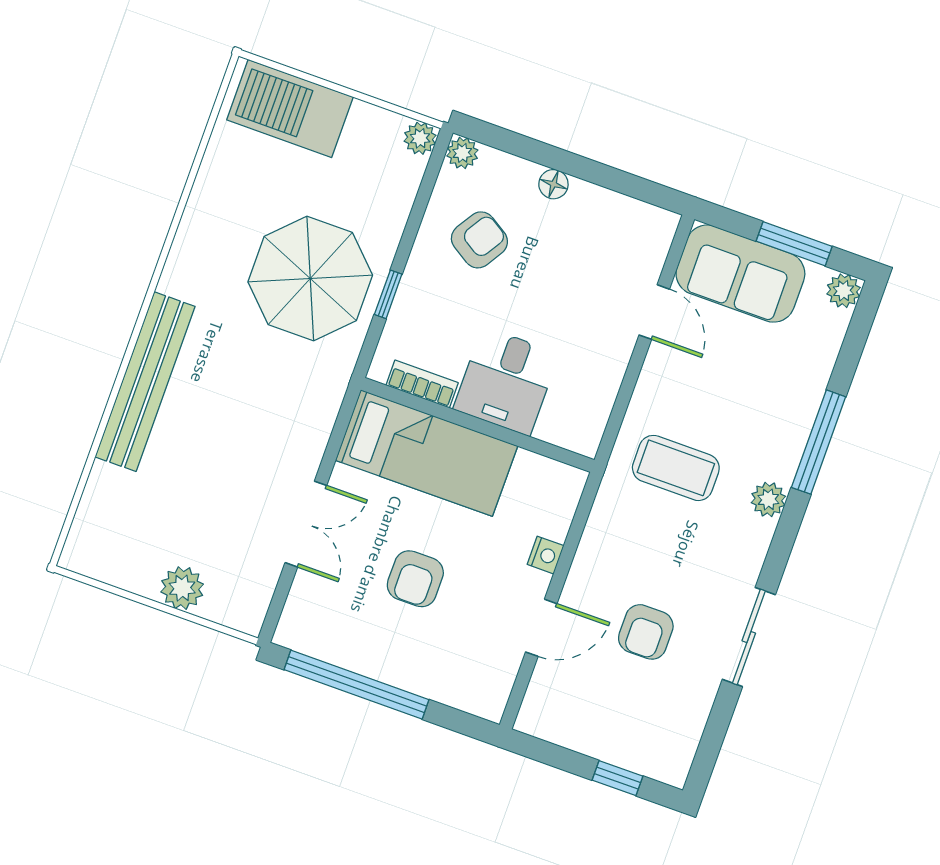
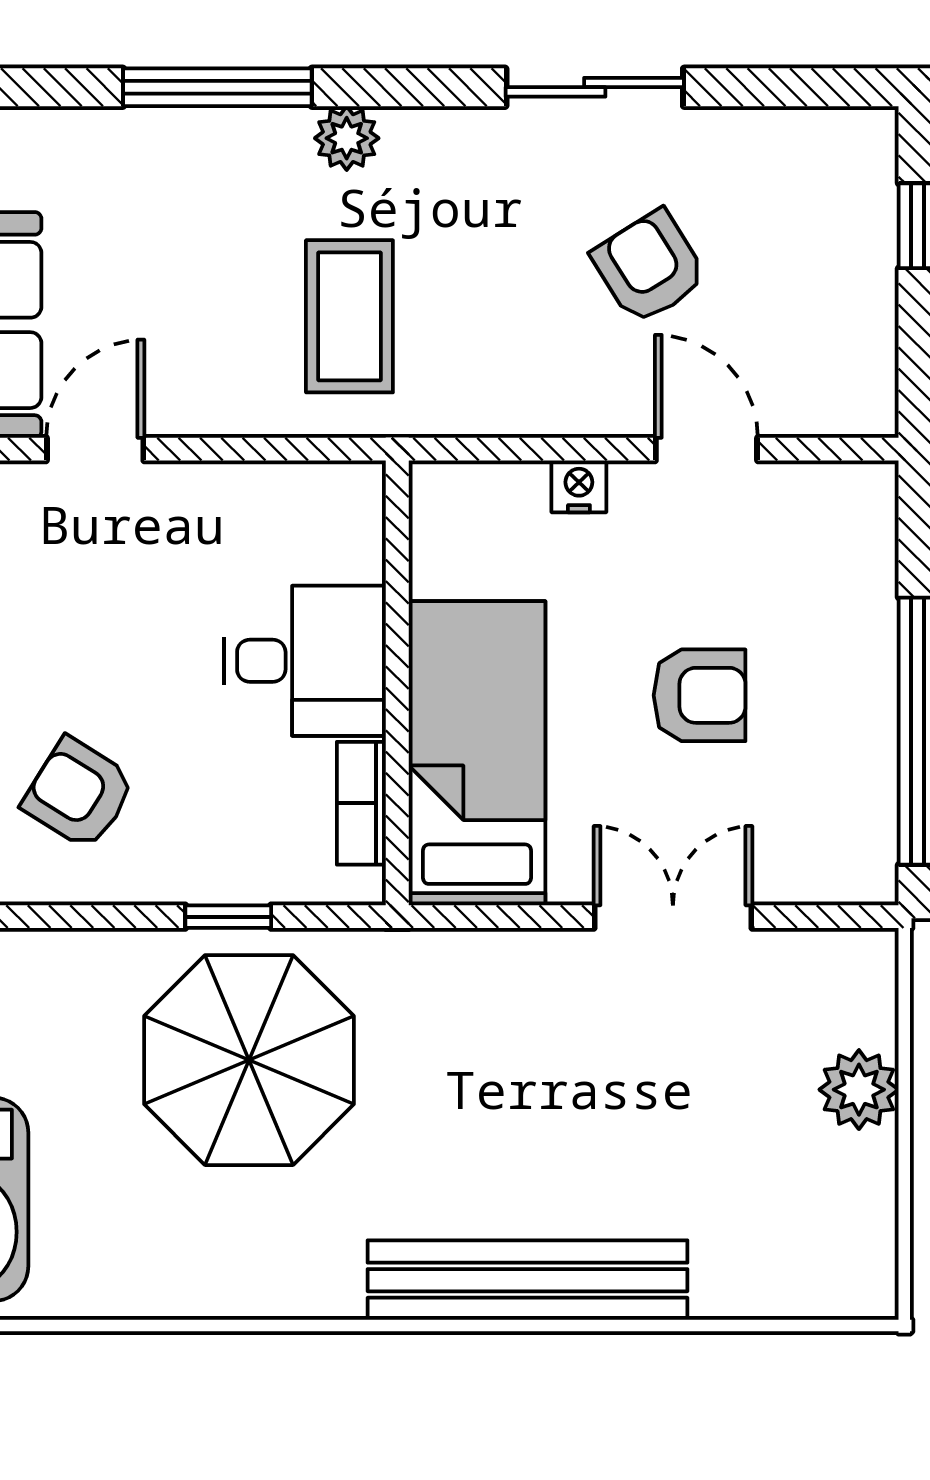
armchair: (646, 632) -> (649, 267), turned -122

